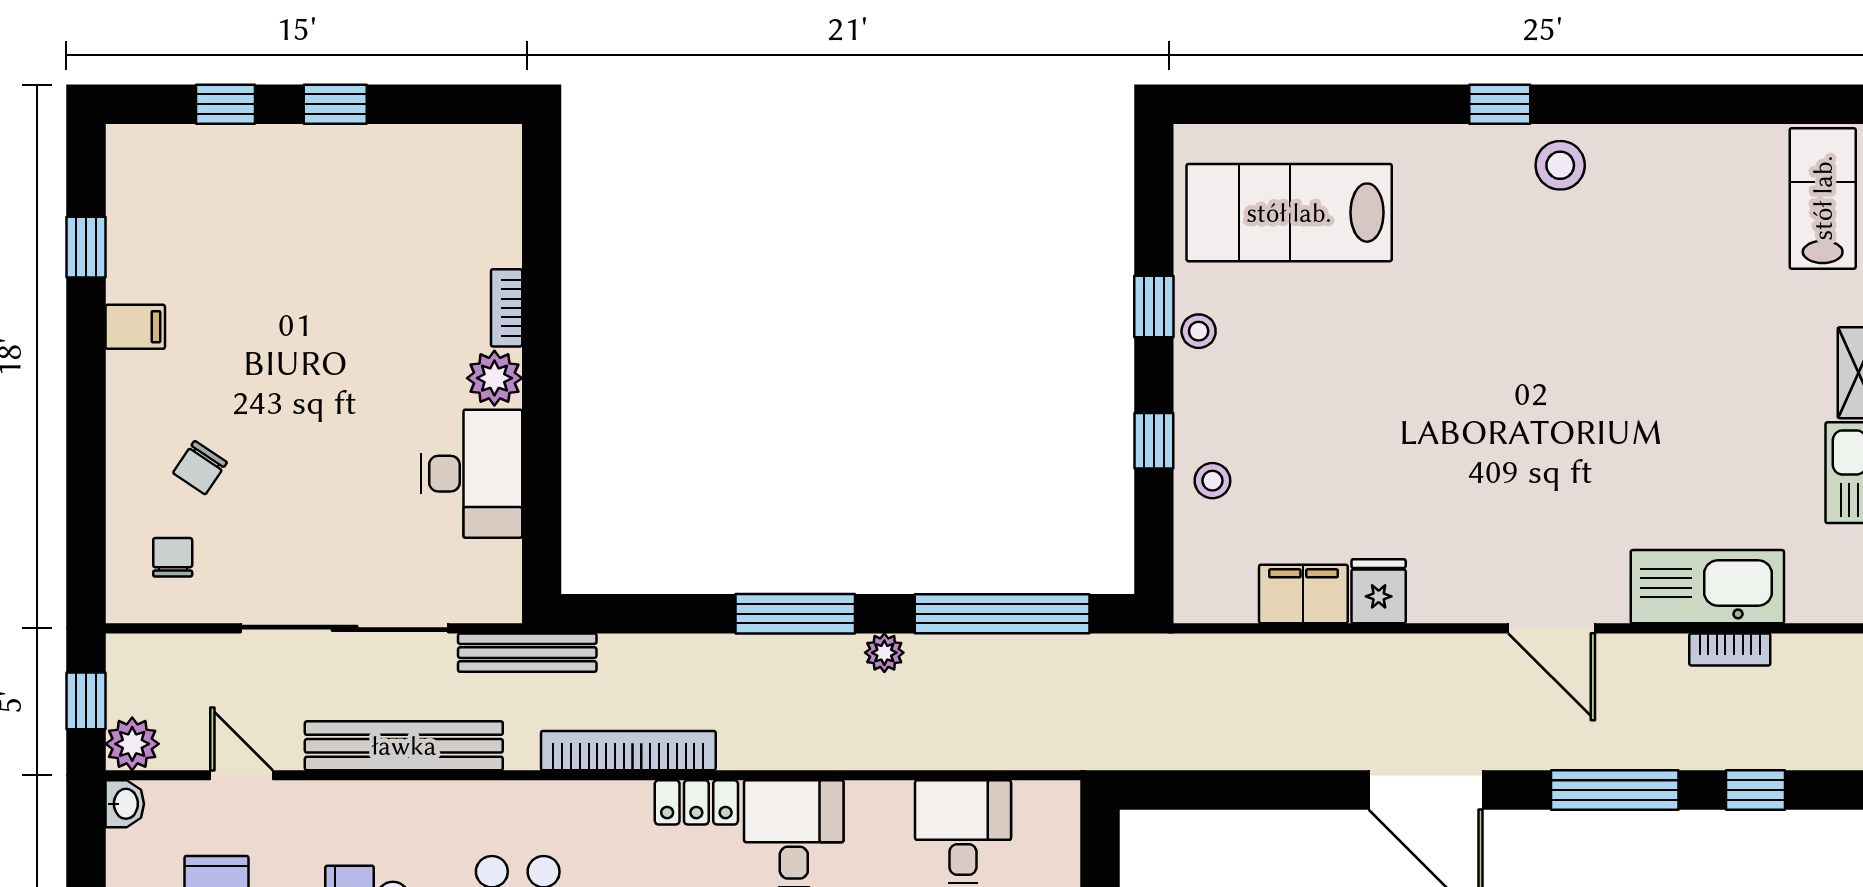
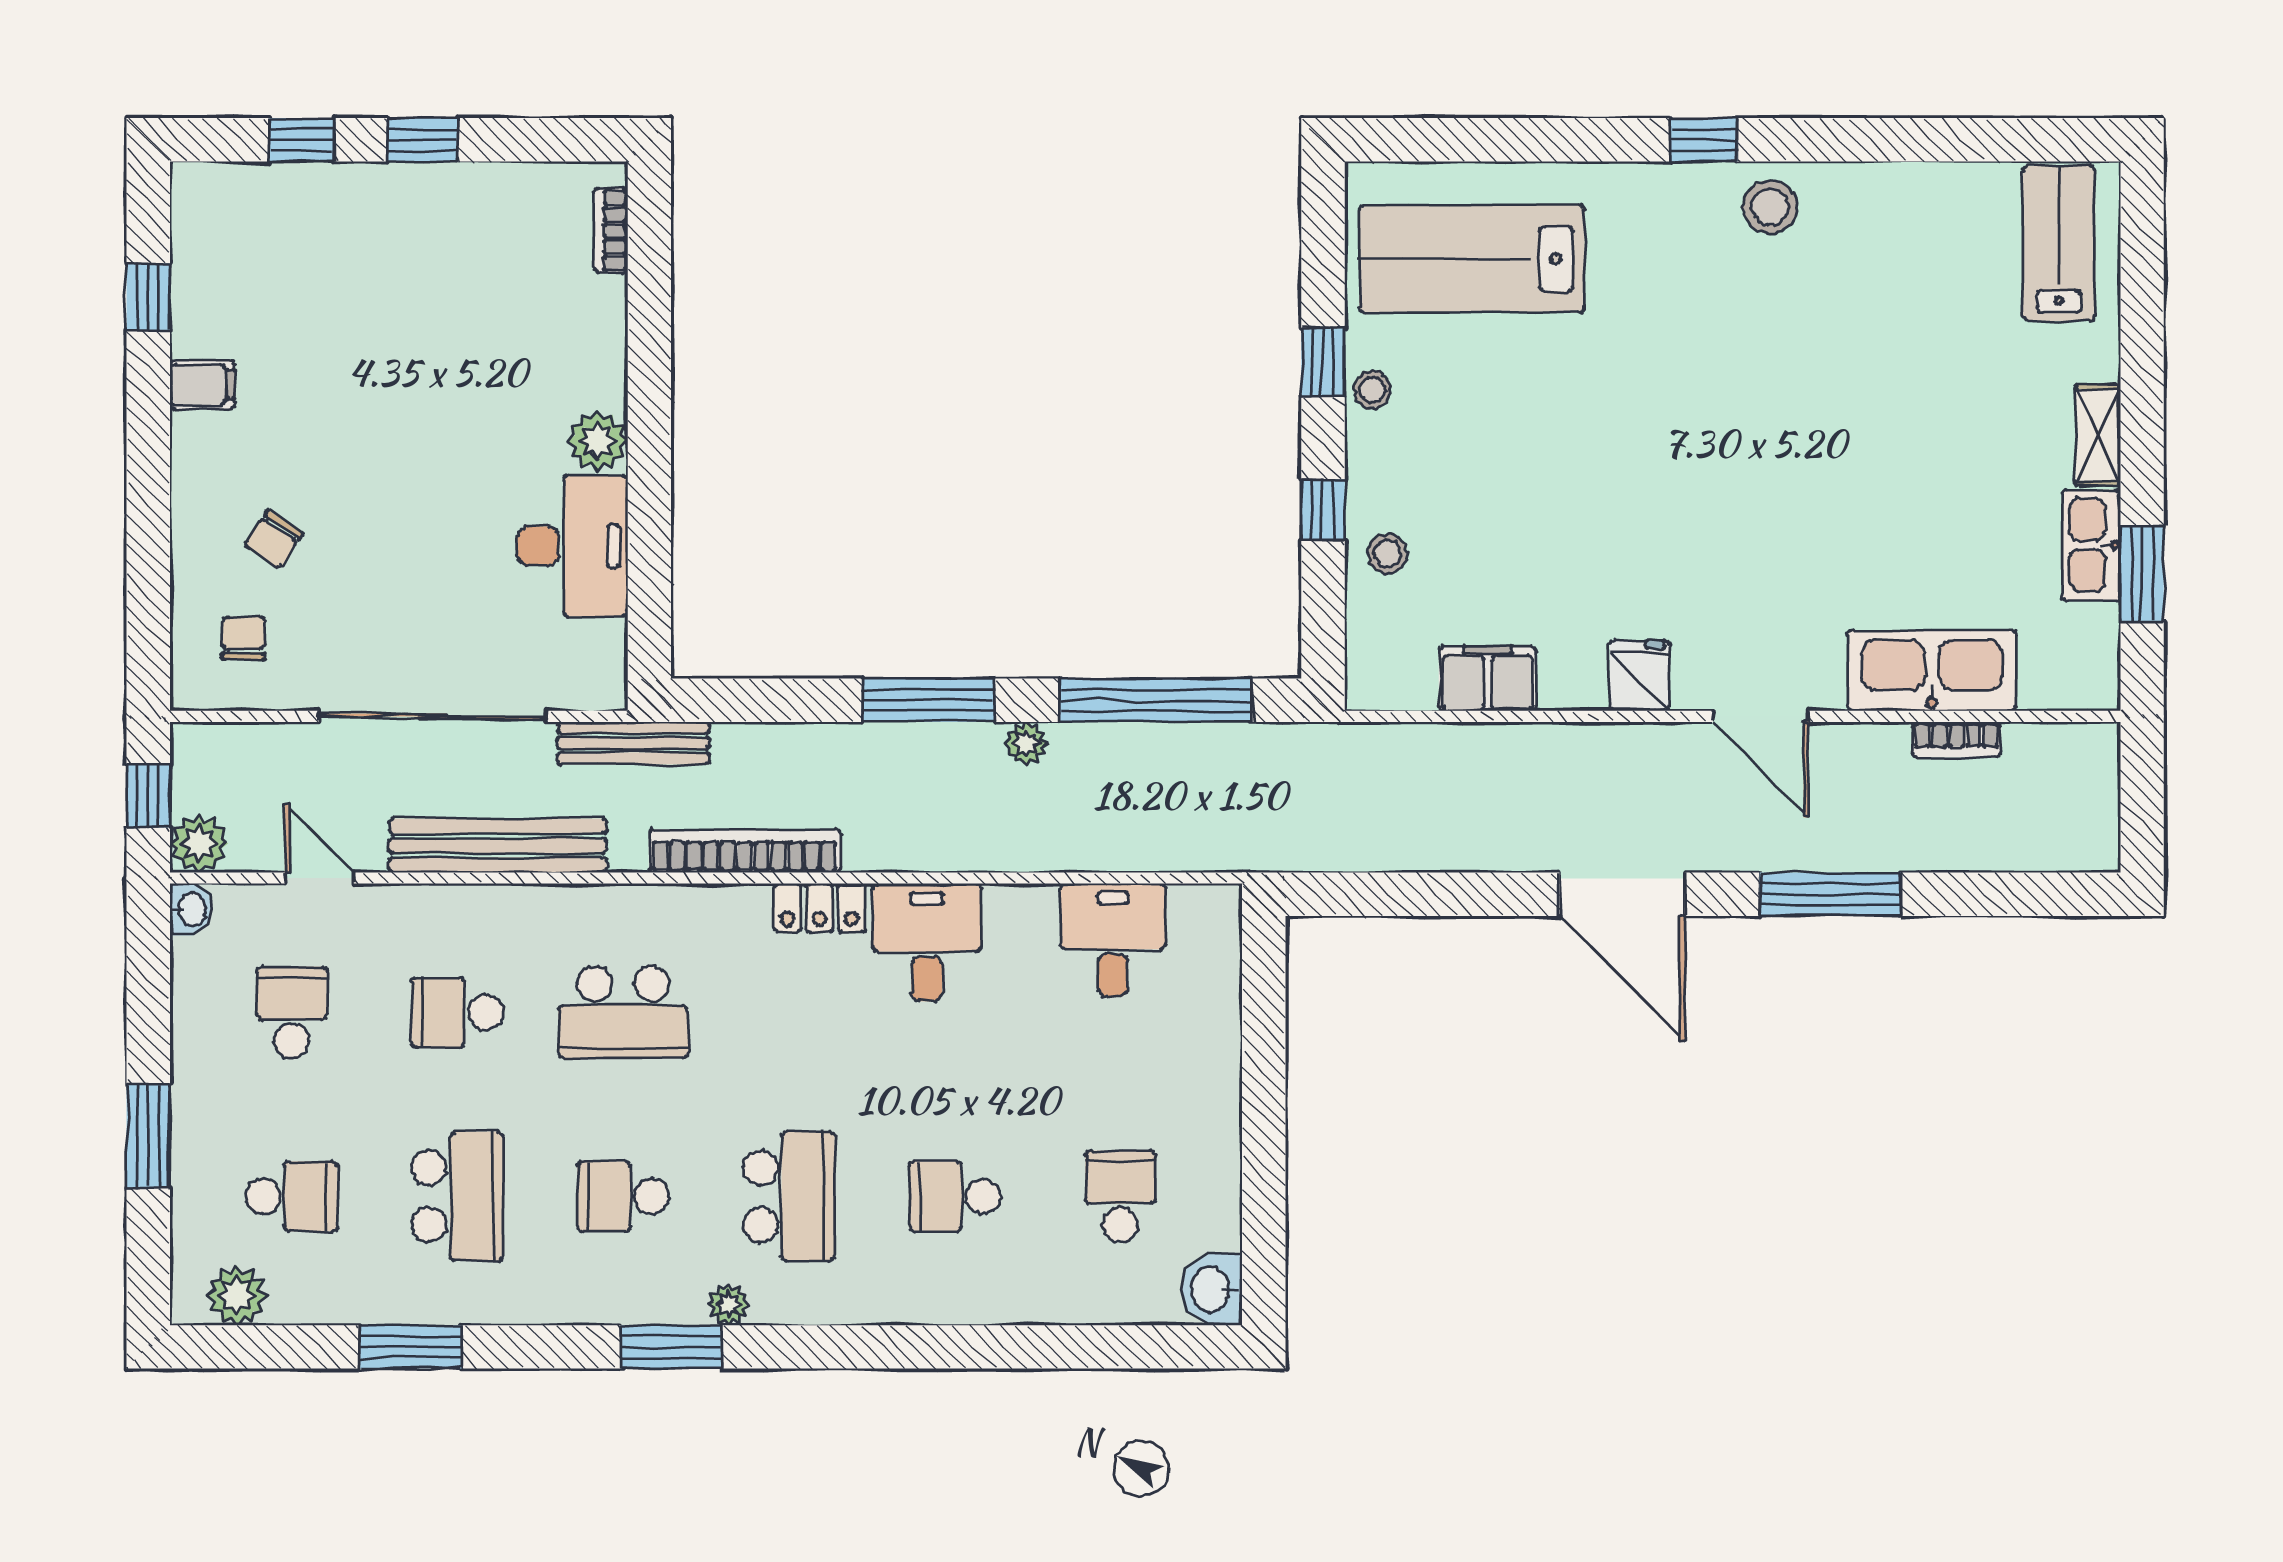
bookcase: (507, 308) -> (611, 231), moved
fridge: (1379, 591) -> (1640, 676), moved
window: (1755, 790) -> (1985, 894), removed

